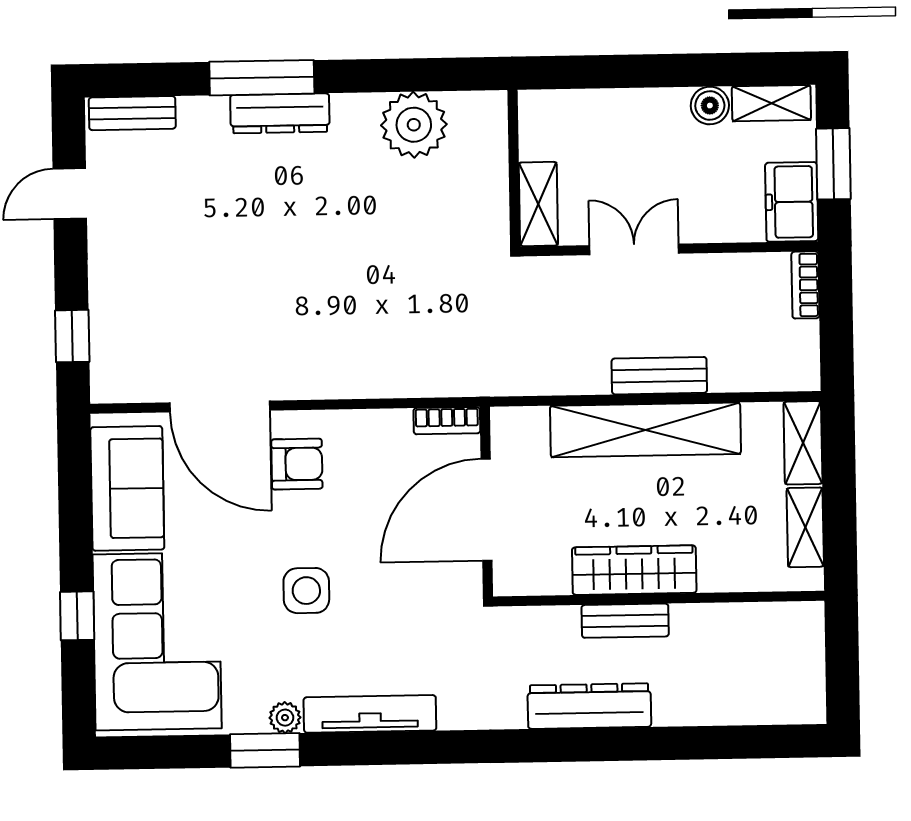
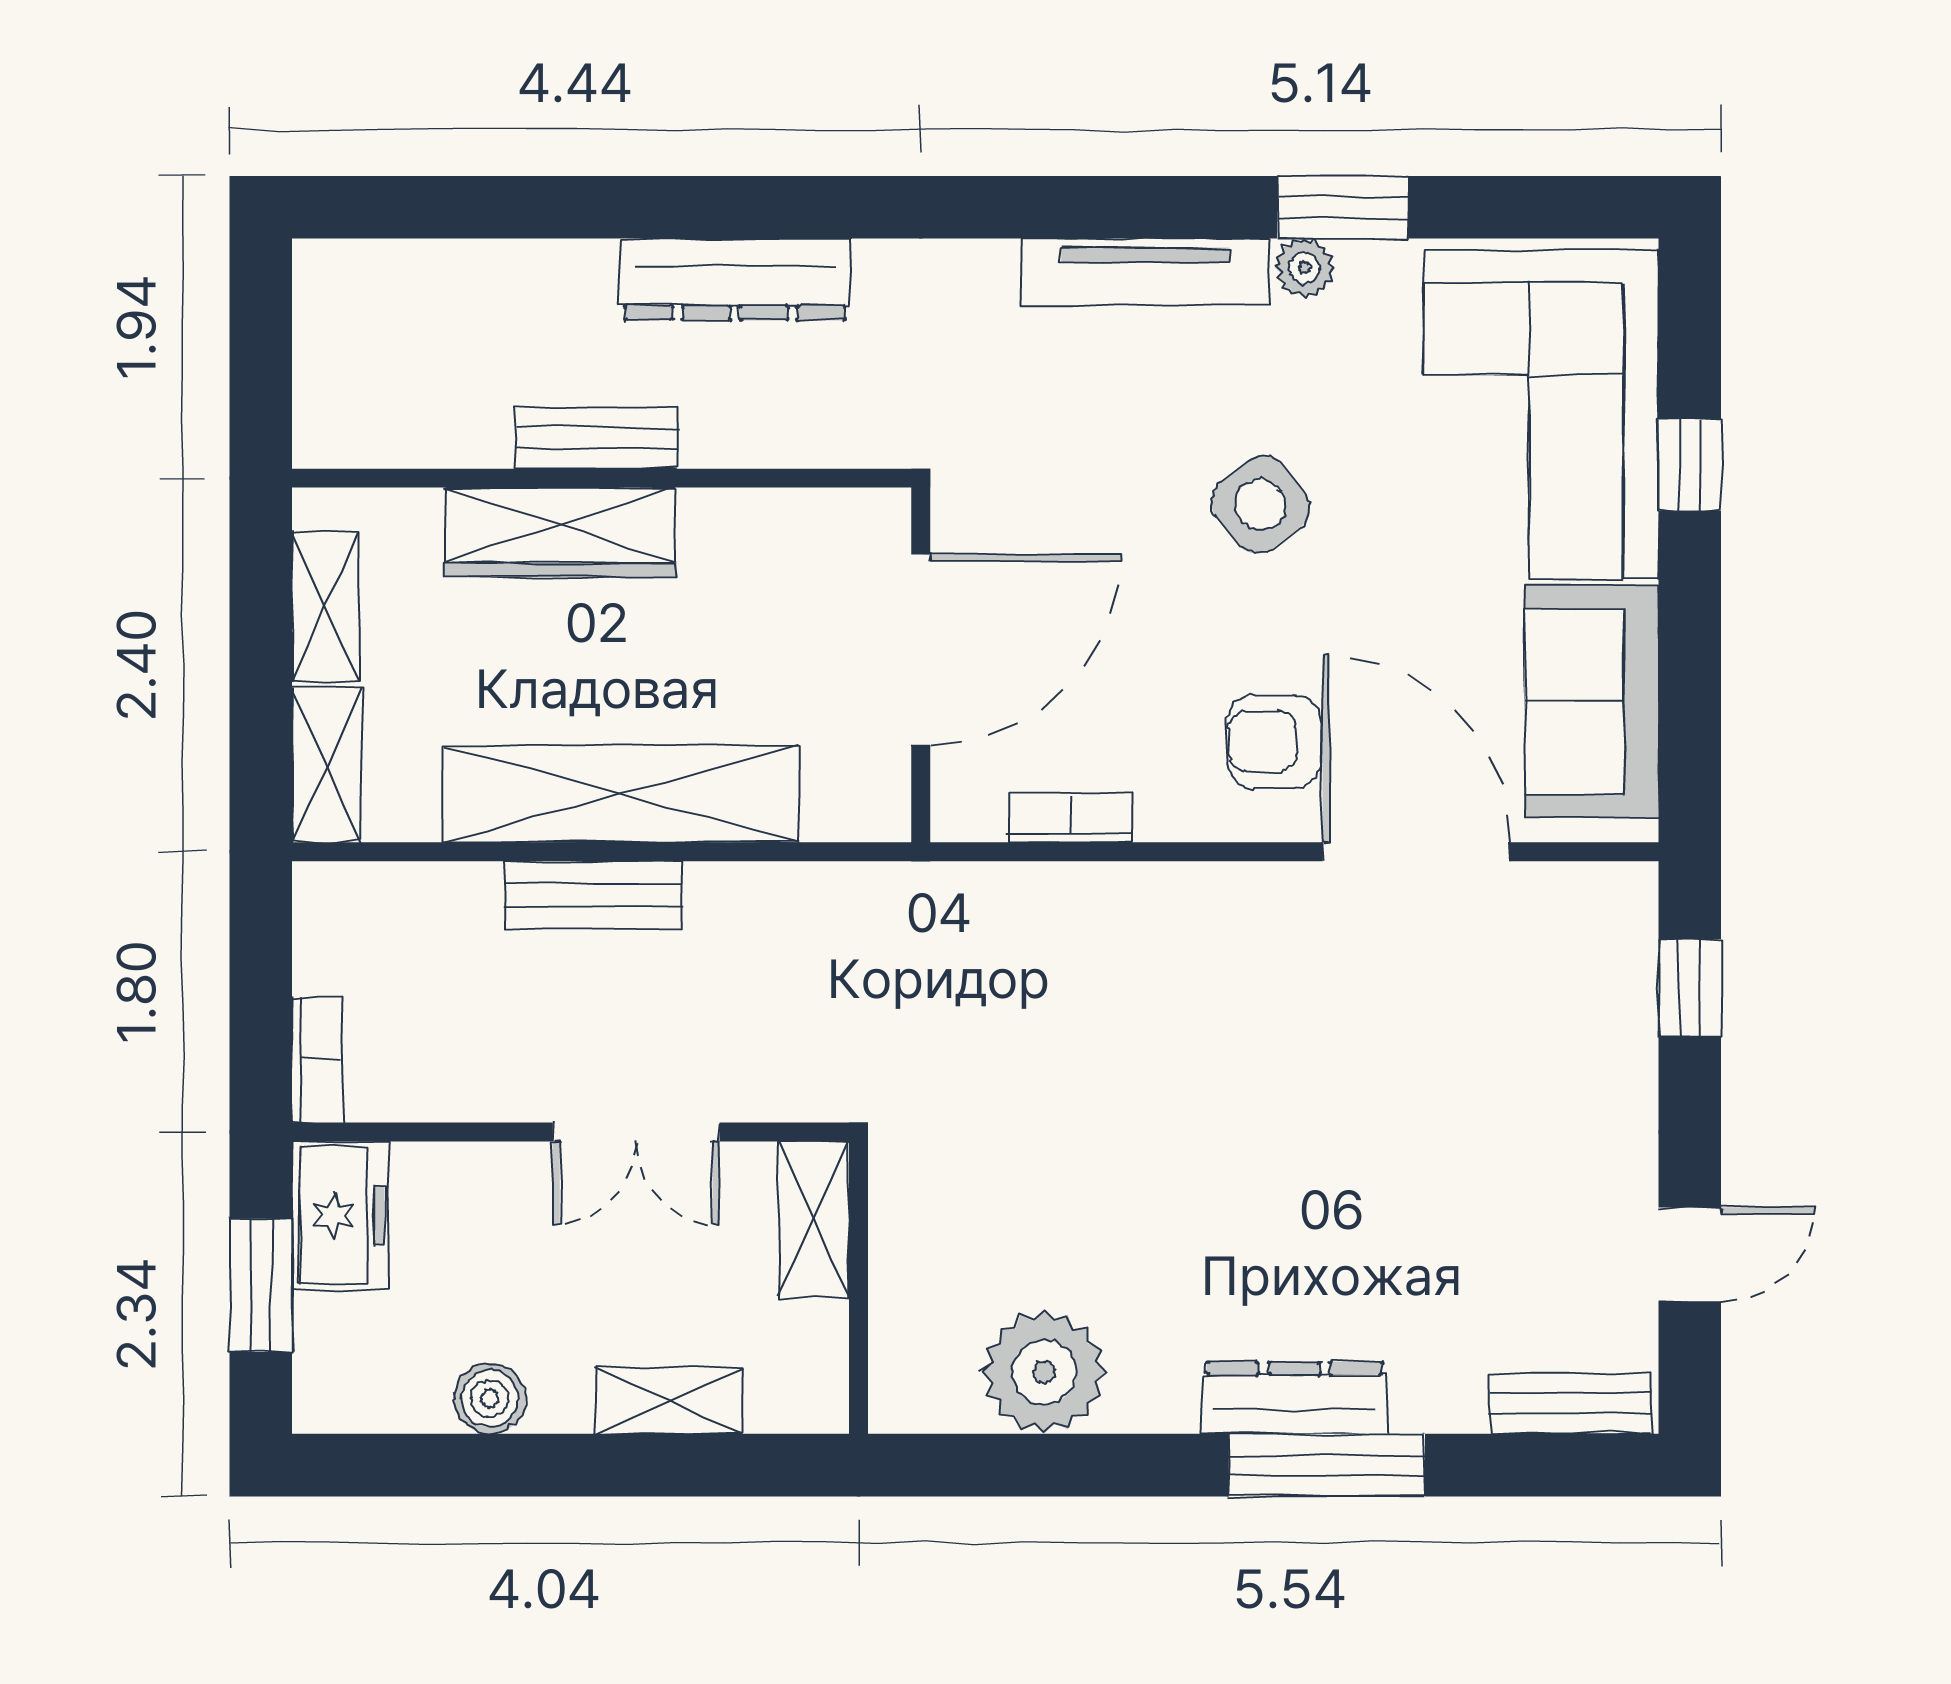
shelving: (771, 103) -> (669, 1401), moved
bookcase: (447, 421) -> (1070, 818), moved
wardrobe: (634, 570) -> (560, 532), moved
side table: (306, 591) -> (1260, 505), turned -38
bench: (625, 621) -> (597, 438), moved

